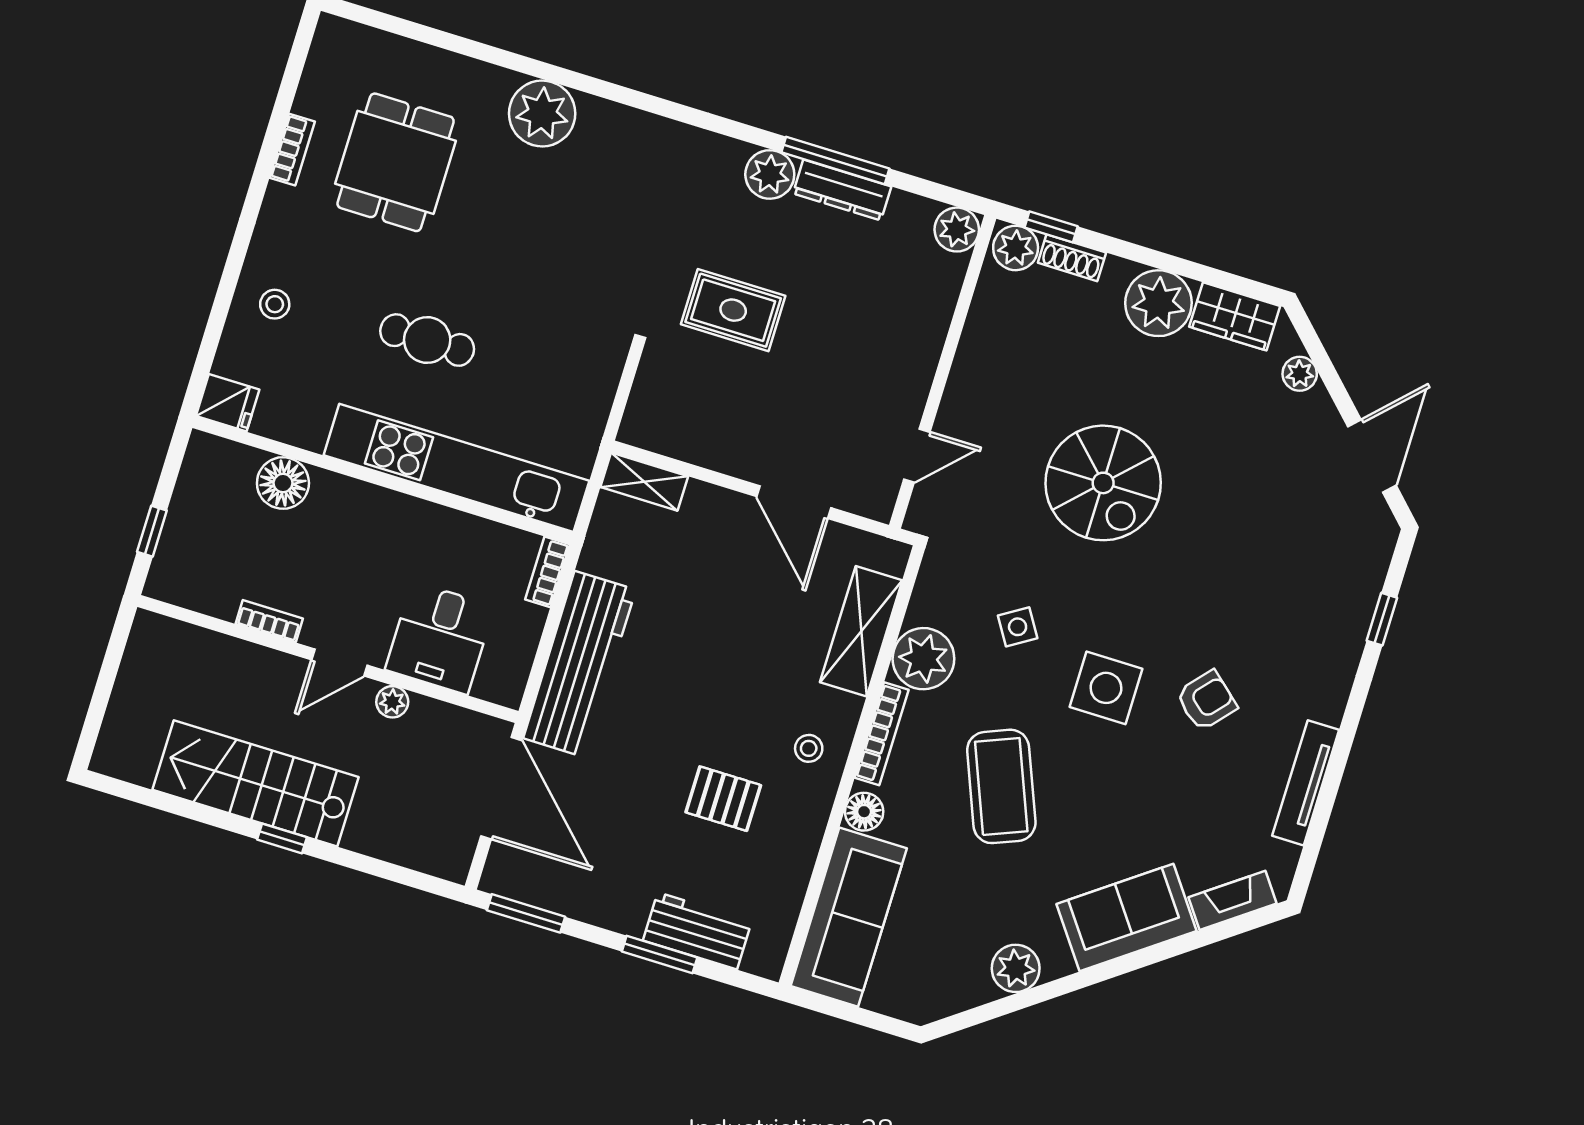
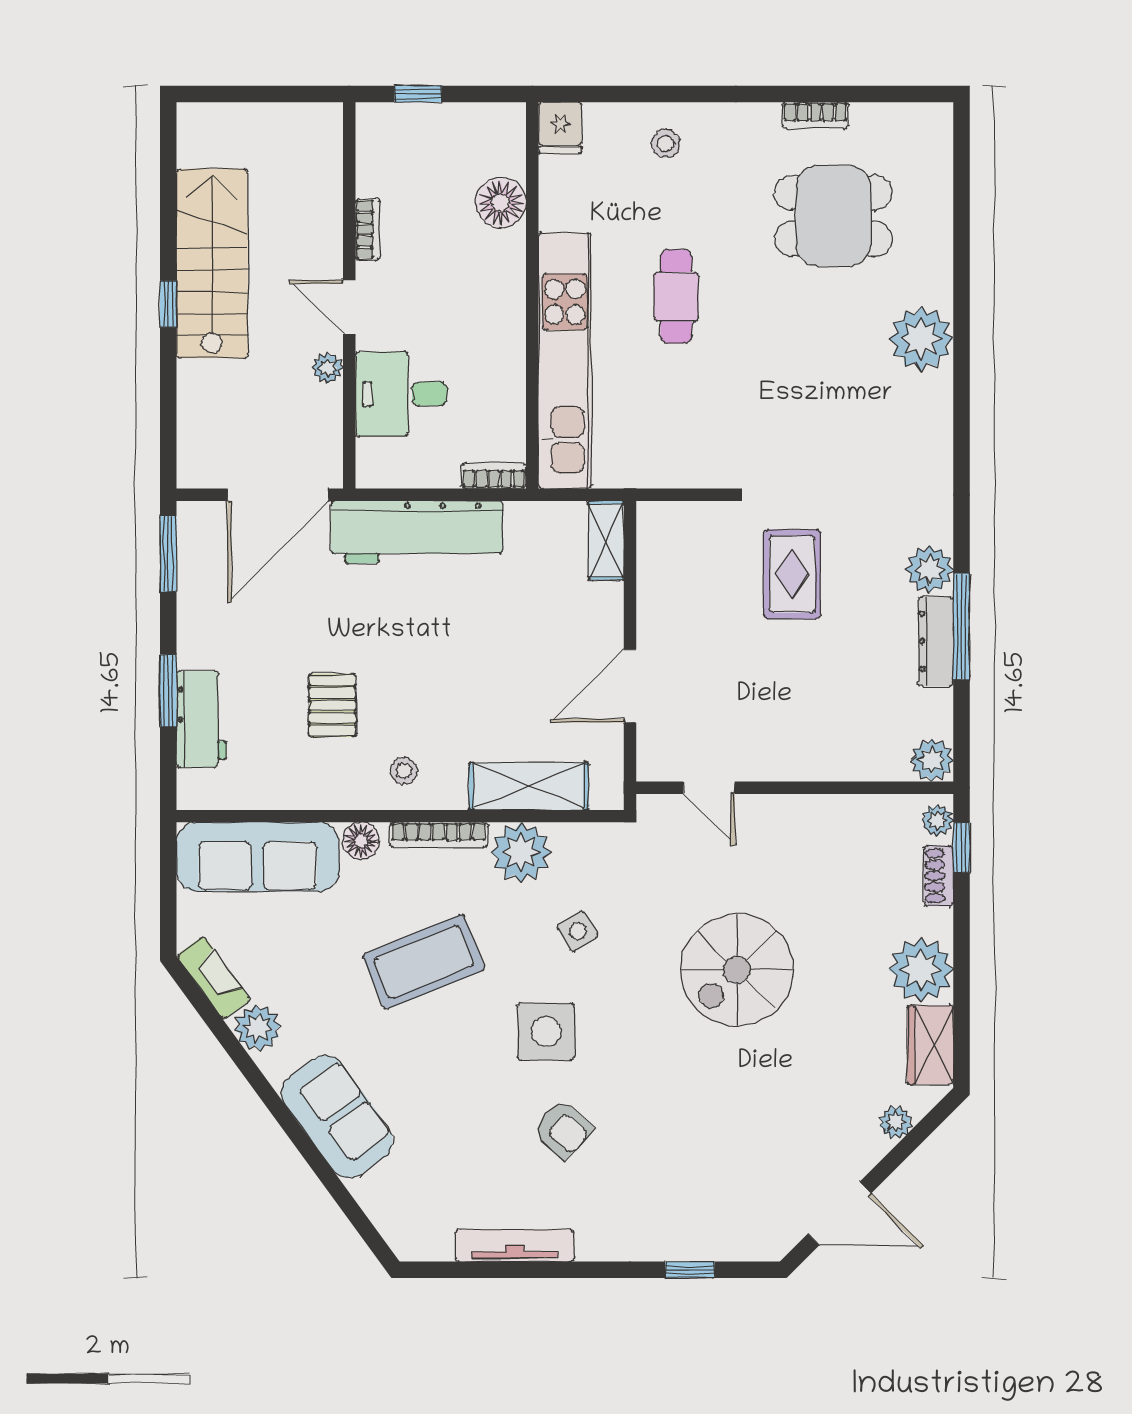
plant: (1016, 248) -> (938, 820), width x0.73, depth x0.73
fireplace: (1233, 900) -> (214, 978), moved

